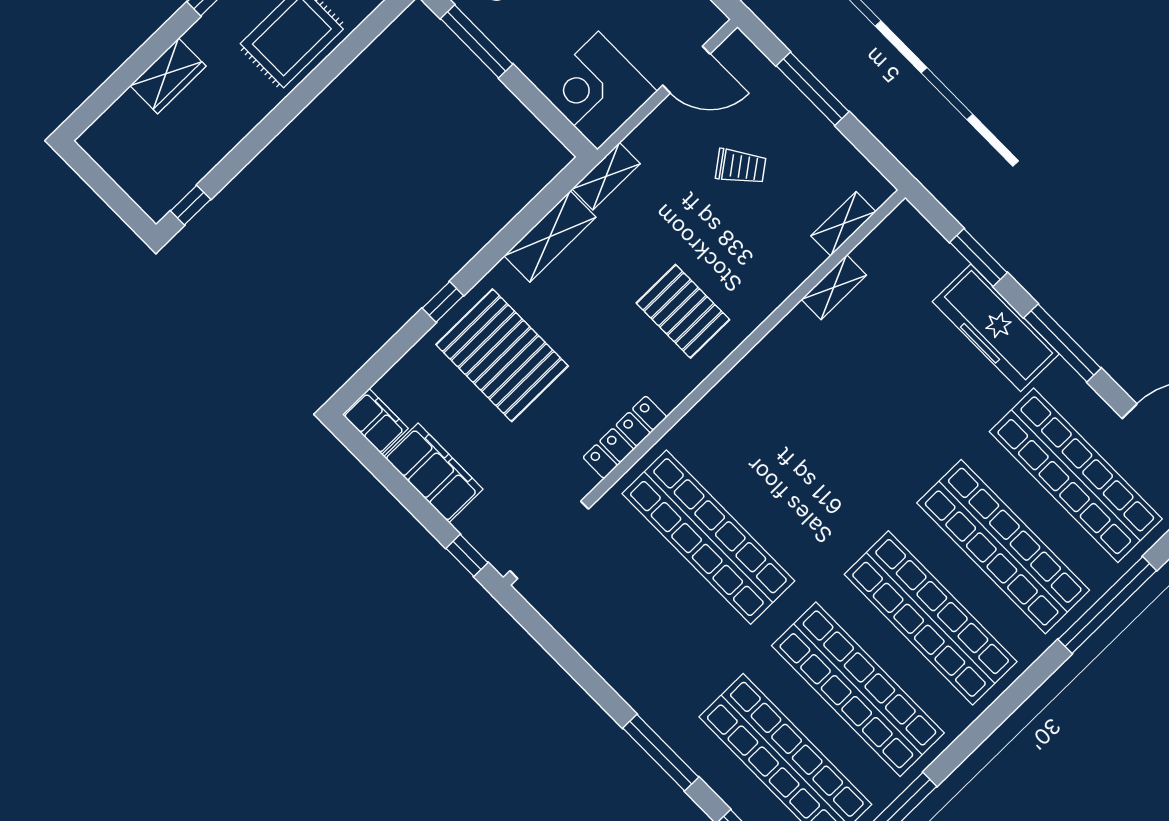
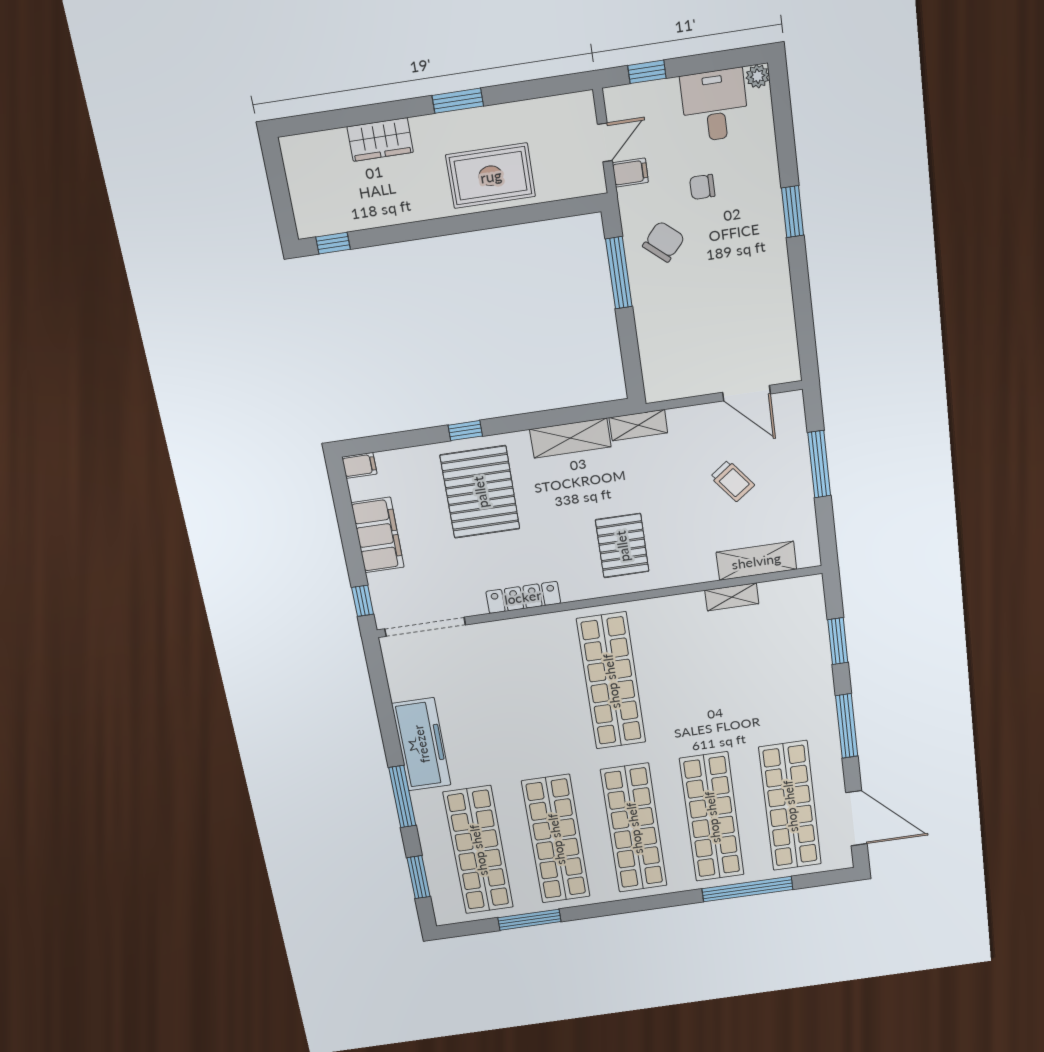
corner desk: (598, 91) -> (676, 365), removed
shelving: (843, 224) -> (756, 561), width x1.50, depth x1.33
freezer: (996, 328) -> (421, 744), moved, turned 180
filing cabinet: (375, 421) -> (359, 465), width x0.50
shop shelf: (708, 537) -> (611, 681), moved

